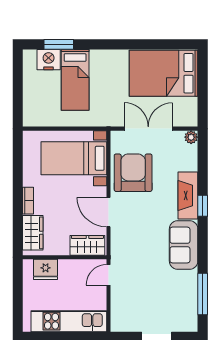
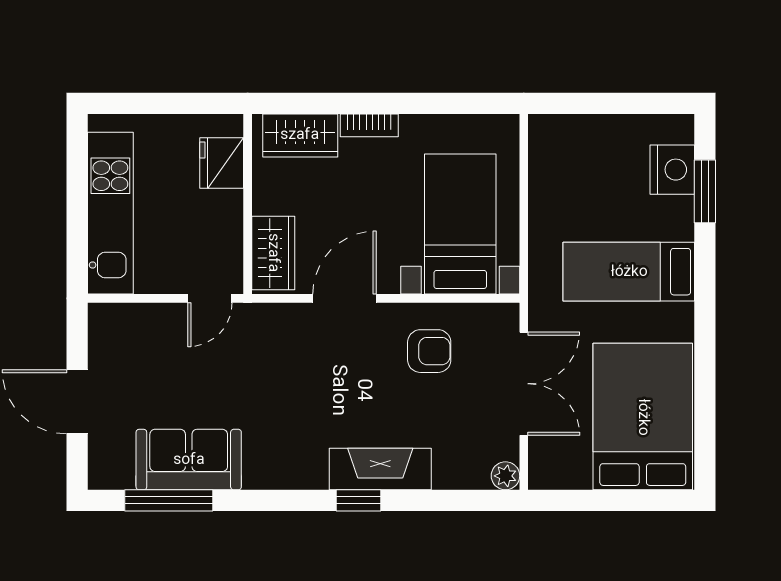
bed: (75, 80) -> (629, 272), moved
armchair: (133, 173) -> (429, 351), width x0.53, depth x0.53
sofa: (184, 245) -> (189, 460), moved
door: (109, 275) -> (210, 298), swing flipped

